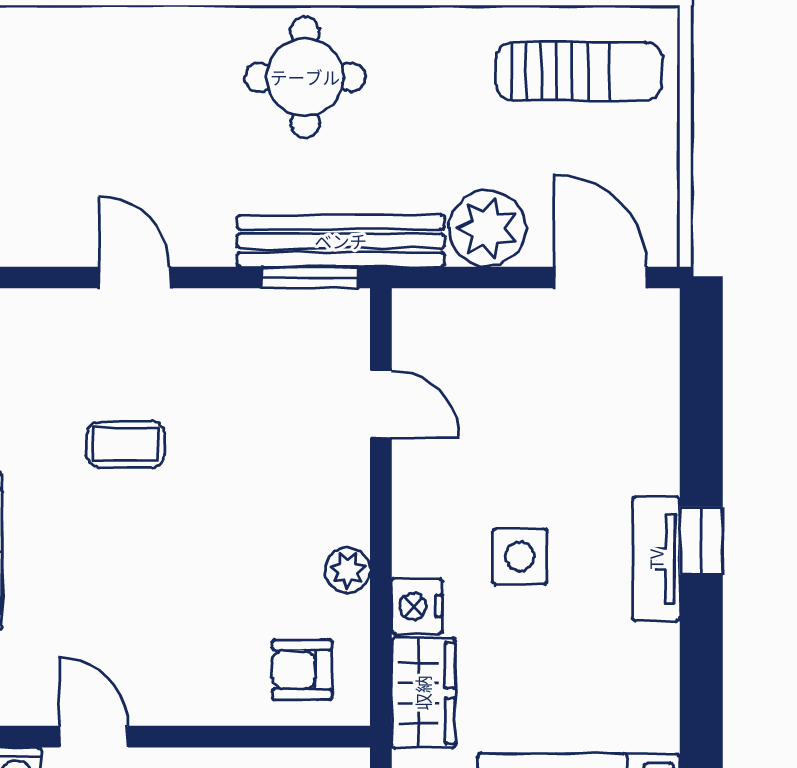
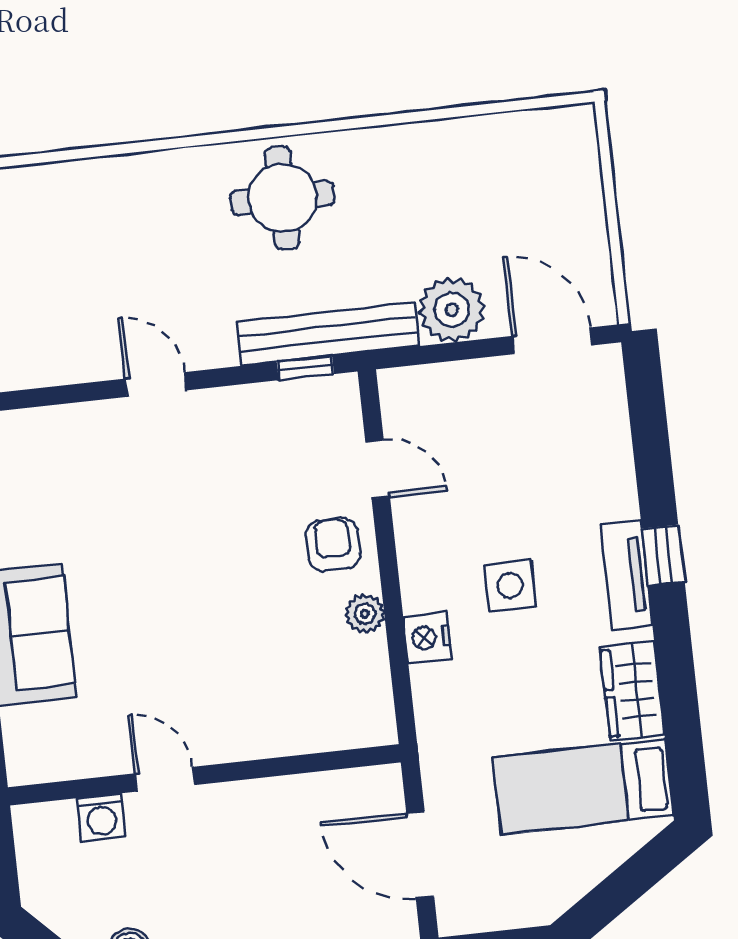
sun lounger: (579, 71) -> (515, 167), removed
window: (310, 277) -> (305, 368), width x0.67
coffee table: (126, 444) -> (164, 527), removed
armchair: (302, 670) -> (333, 545), moved, turned 90
wardrobe: (423, 693) -> (632, 691), moved, turned 180

